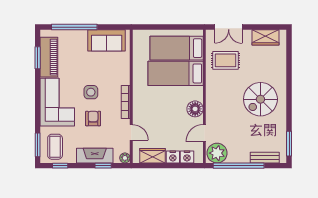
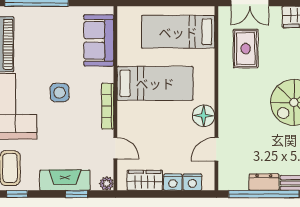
sofa: (107, 40) -> (99, 40), moved, turned 90
rug: (225, 60) -> (246, 49), turned 90
bed: (176, 73) -> (155, 83), moved, turned 180
armchair: (93, 119) -> (63, 129), removed
plant: (217, 153) -> (234, 177), removed
dresser: (239, 157) -> (264, 182), added

